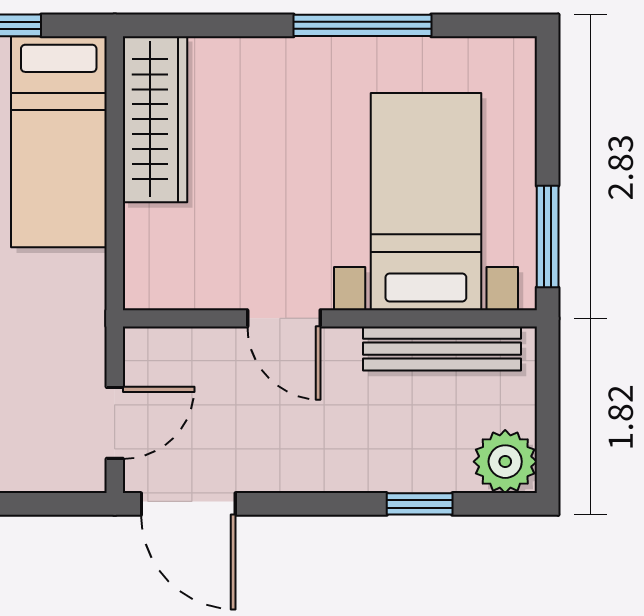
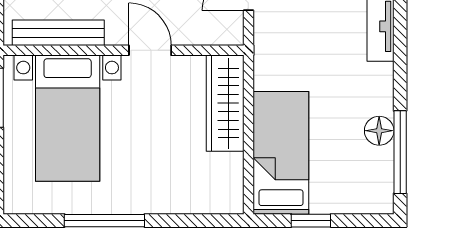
wardrobe: (155, 119) -> (225, 103), moved

